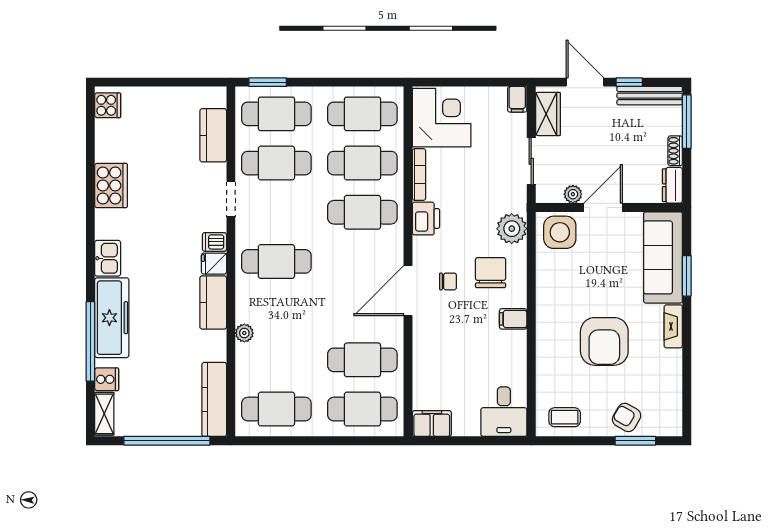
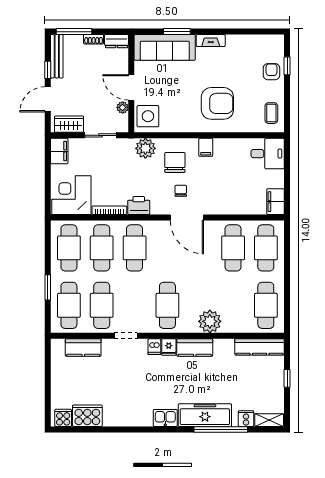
window: (268, 82) -> (48, 287), moved
filing cabinet: (517, 99) -> (59, 151), width x2.00
cooker: (111, 186) -> (87, 416), moved
chair: (491, 273) -> (175, 162), turned 90
plant: (244, 333) -> (210, 321), width x1.88, depth x1.88
armchair: (604, 341) -> (217, 103), moved
armchair: (627, 417) -> (271, 72), turned 150
window: (167, 441) -> (287, 378), width x0.32
window: (635, 441) -> (287, 66), width x0.67

